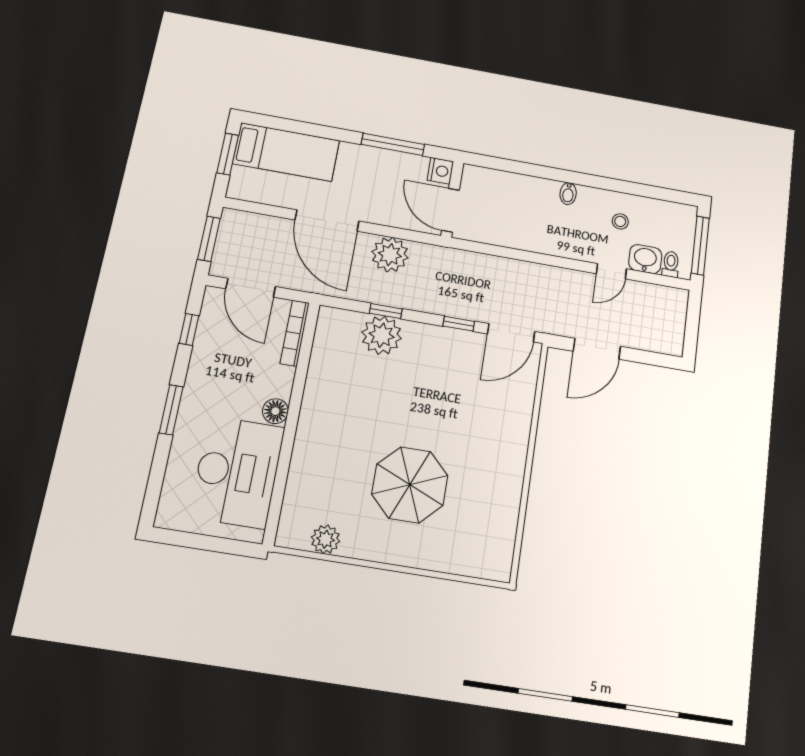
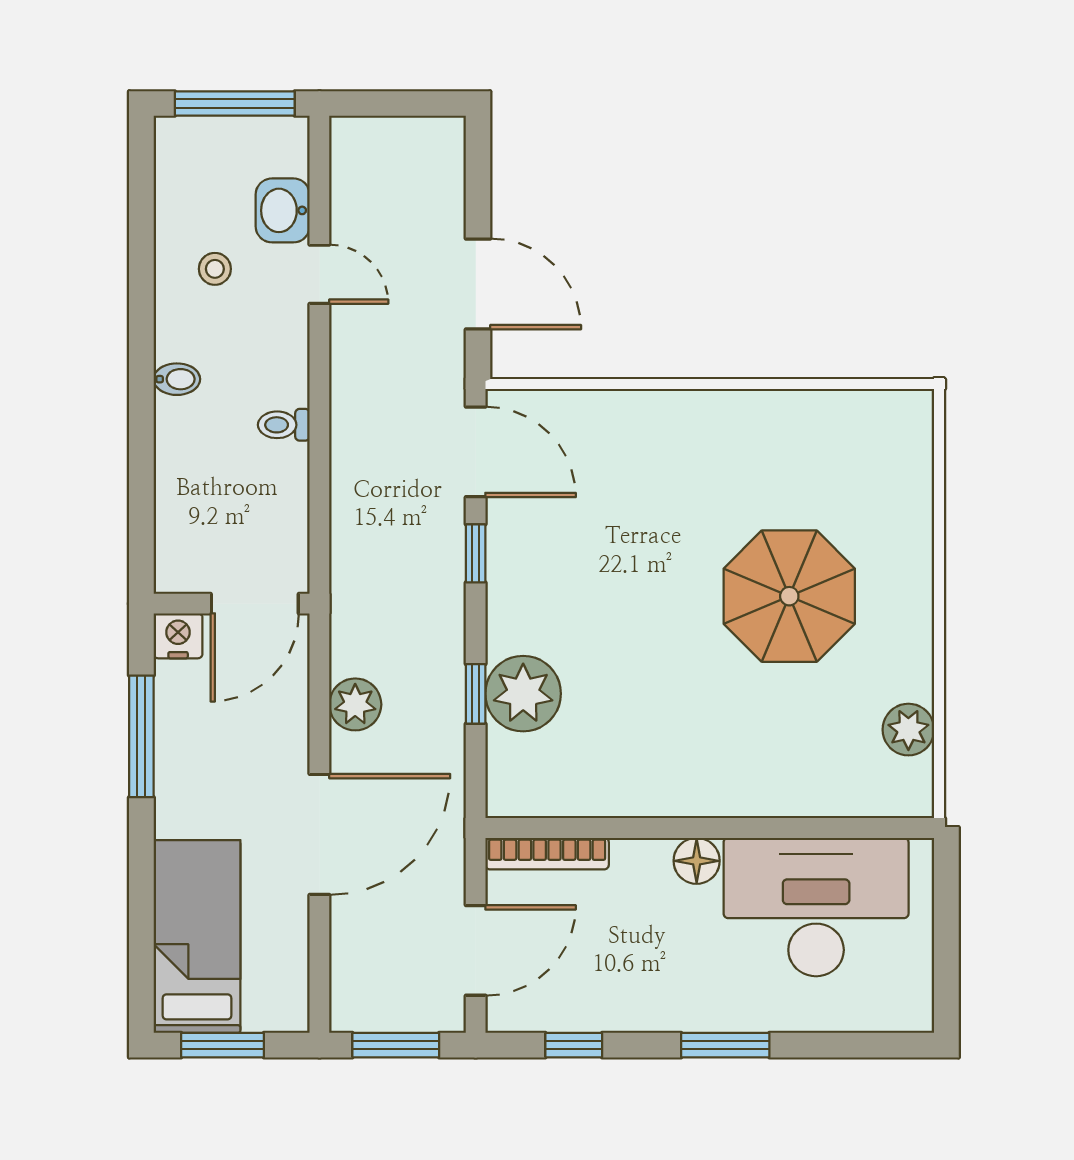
plant: (390, 255) -> (355, 704), width x0.73, depth x0.73
toilet: (671, 264) -> (284, 425), moved

